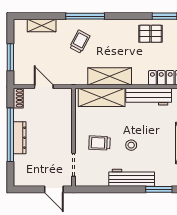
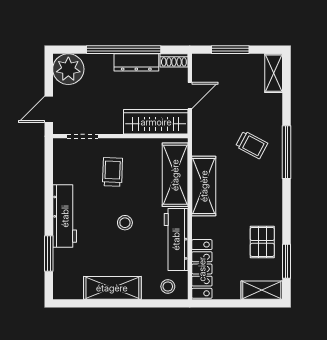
shelving: (42, 26) -> (274, 73), moved
wardrobe: (63, 111) -> (156, 122), added
dresser: (20, 138) -> (136, 62), moved
stool: (131, 145) -> (125, 223), moved
plant: (25, 175) -> (68, 69), added

